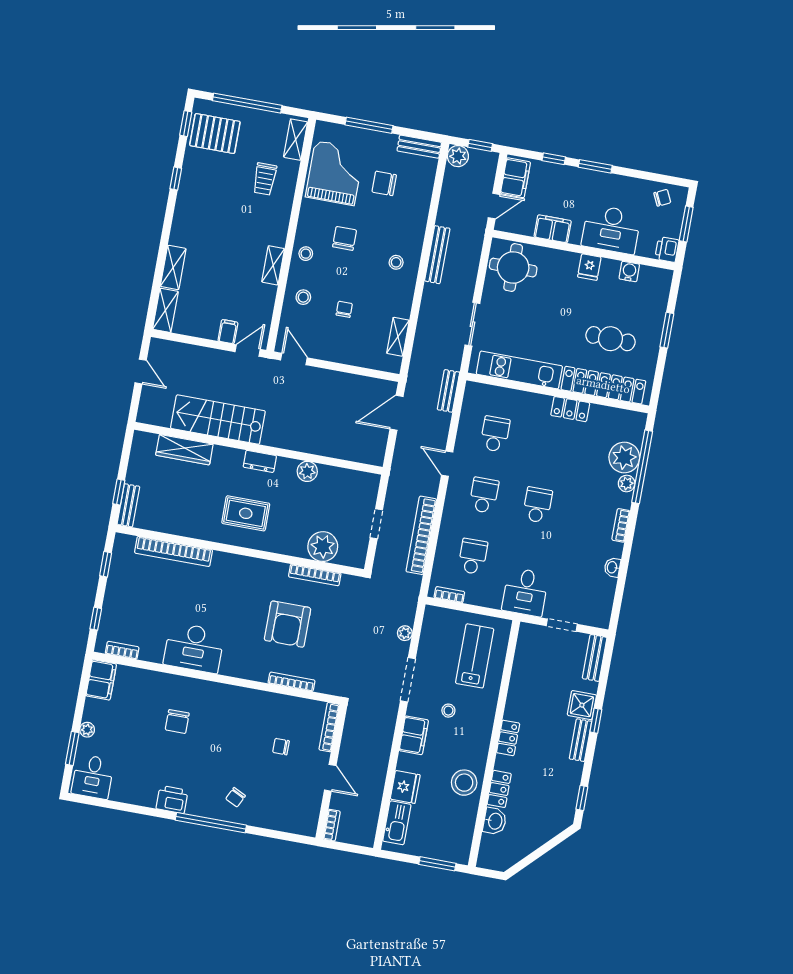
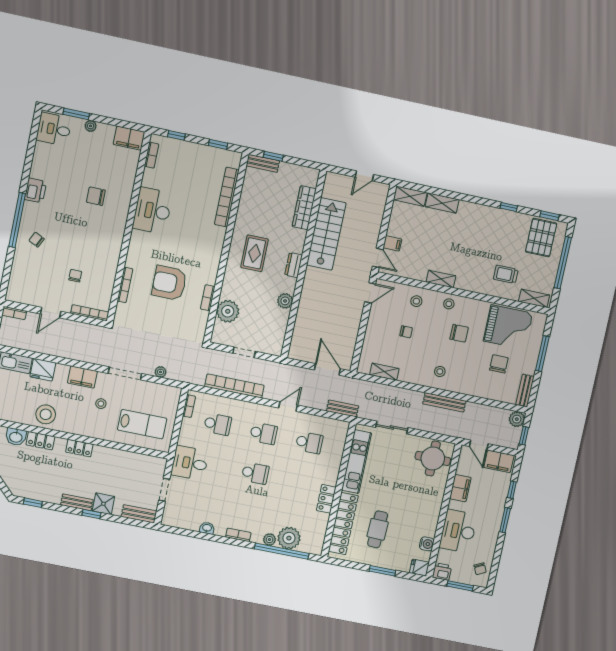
fridge: (589, 267) -> (419, 568), moved
bookcase: (315, 575) -> (208, 298), width x0.64

